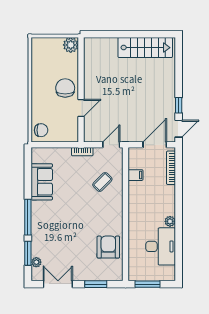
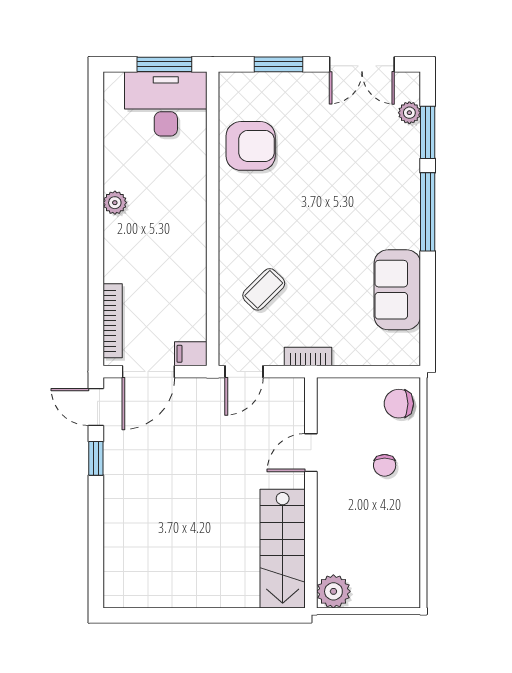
stairs: (145, 48) -> (283, 549), moved, turned -90
chair: (65, 88) -> (385, 465), moved, width x0.54, depth x0.54
door: (179, 129) -> (96, 407), hinge flipped
filing cabinet: (135, 175) -> (191, 354), moved
desk: (161, 246) -> (166, 104), moved, turned 90
armchair: (108, 247) -> (251, 146), turned -90

